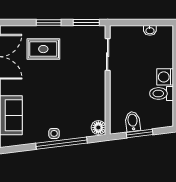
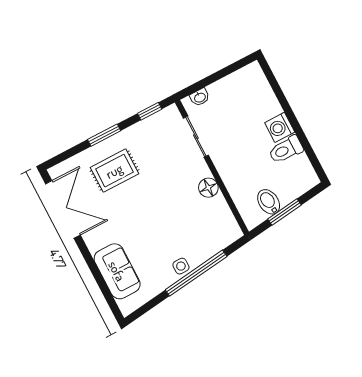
window: (86, 23) -> (150, 111), width x0.67
washbasin: (150, 30) -> (200, 97), moved
floor lamp: (98, 128) -> (208, 188), moved

